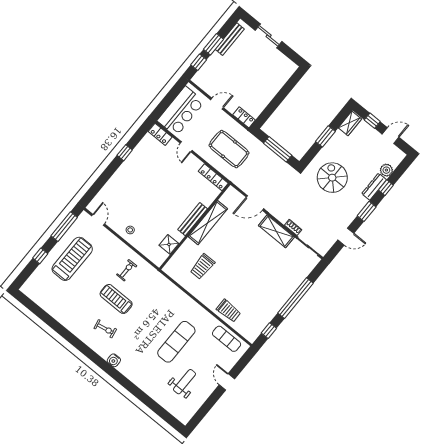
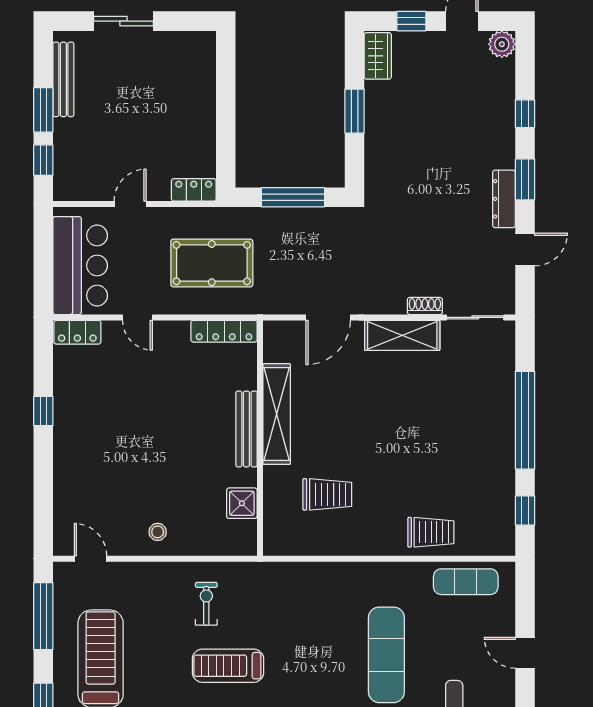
plant: (386, 170) -> (502, 44), moved
spiral stairs: (332, 178) -> (422, 170), removed
dresser: (374, 187) -> (504, 199), moved
trolley: (202, 266) -> (327, 494), turned -90

